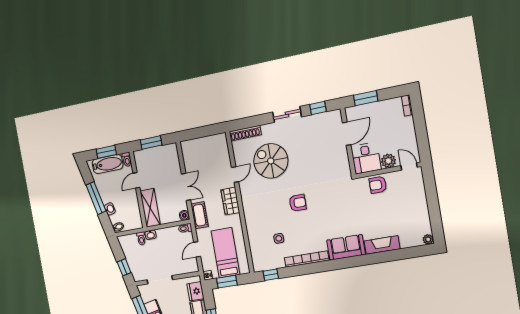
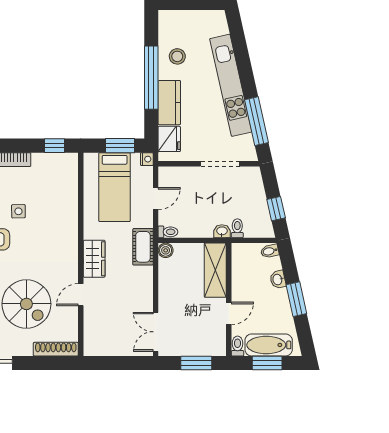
double door: (186, 187) -> (156, 332), moved
window: (96, 198) -> (296, 299), width x0.69
side table: (279, 238) -> (18, 211), moved
window: (124, 267) -> (276, 209), moved

